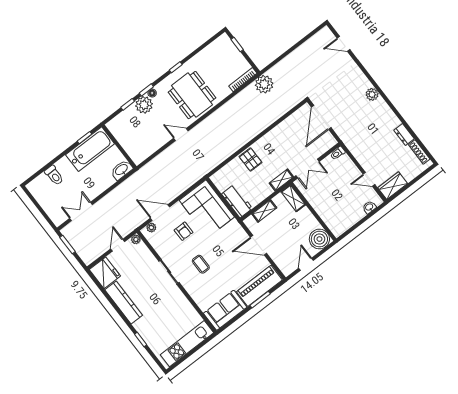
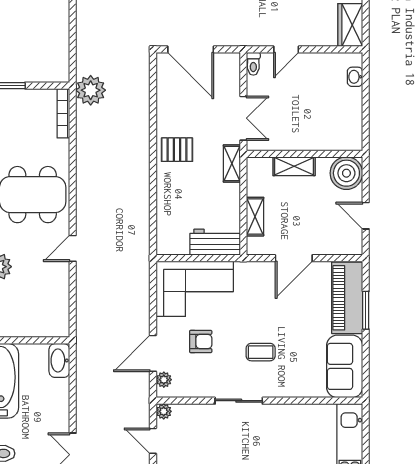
pallet: (250, 159) -> (177, 150), moved
door: (369, 179) -> (286, 49), moved
shelving: (293, 198) -> (294, 166), moved

